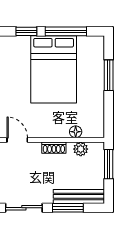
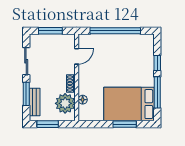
bed: (54, 69) -> (129, 104), moved
plant: (81, 149) -> (65, 103), width x1.87, depth x1.87
window: (109, 164) -> (48, 124), moved
bench: (79, 196) -> (35, 102), width x0.73

